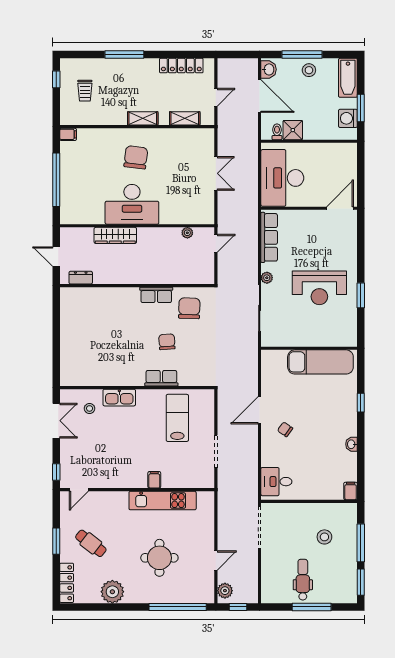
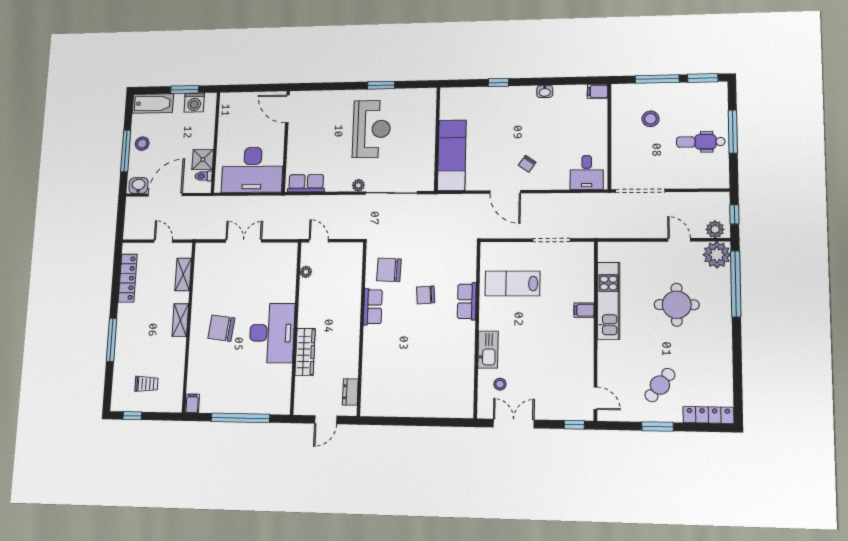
row of seats: (269, 237) -> (306, 183), width x0.68
exam couch: (320, 362) -> (452, 155), moved
plant: (112, 592) -> (717, 255), moved

